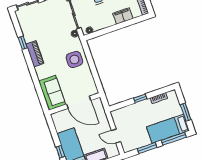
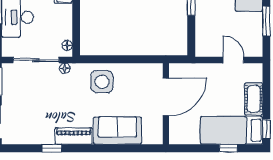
sofa: (52, 93) -> (117, 131), moved
door: (116, 136) -> (234, 60), swing flipped

